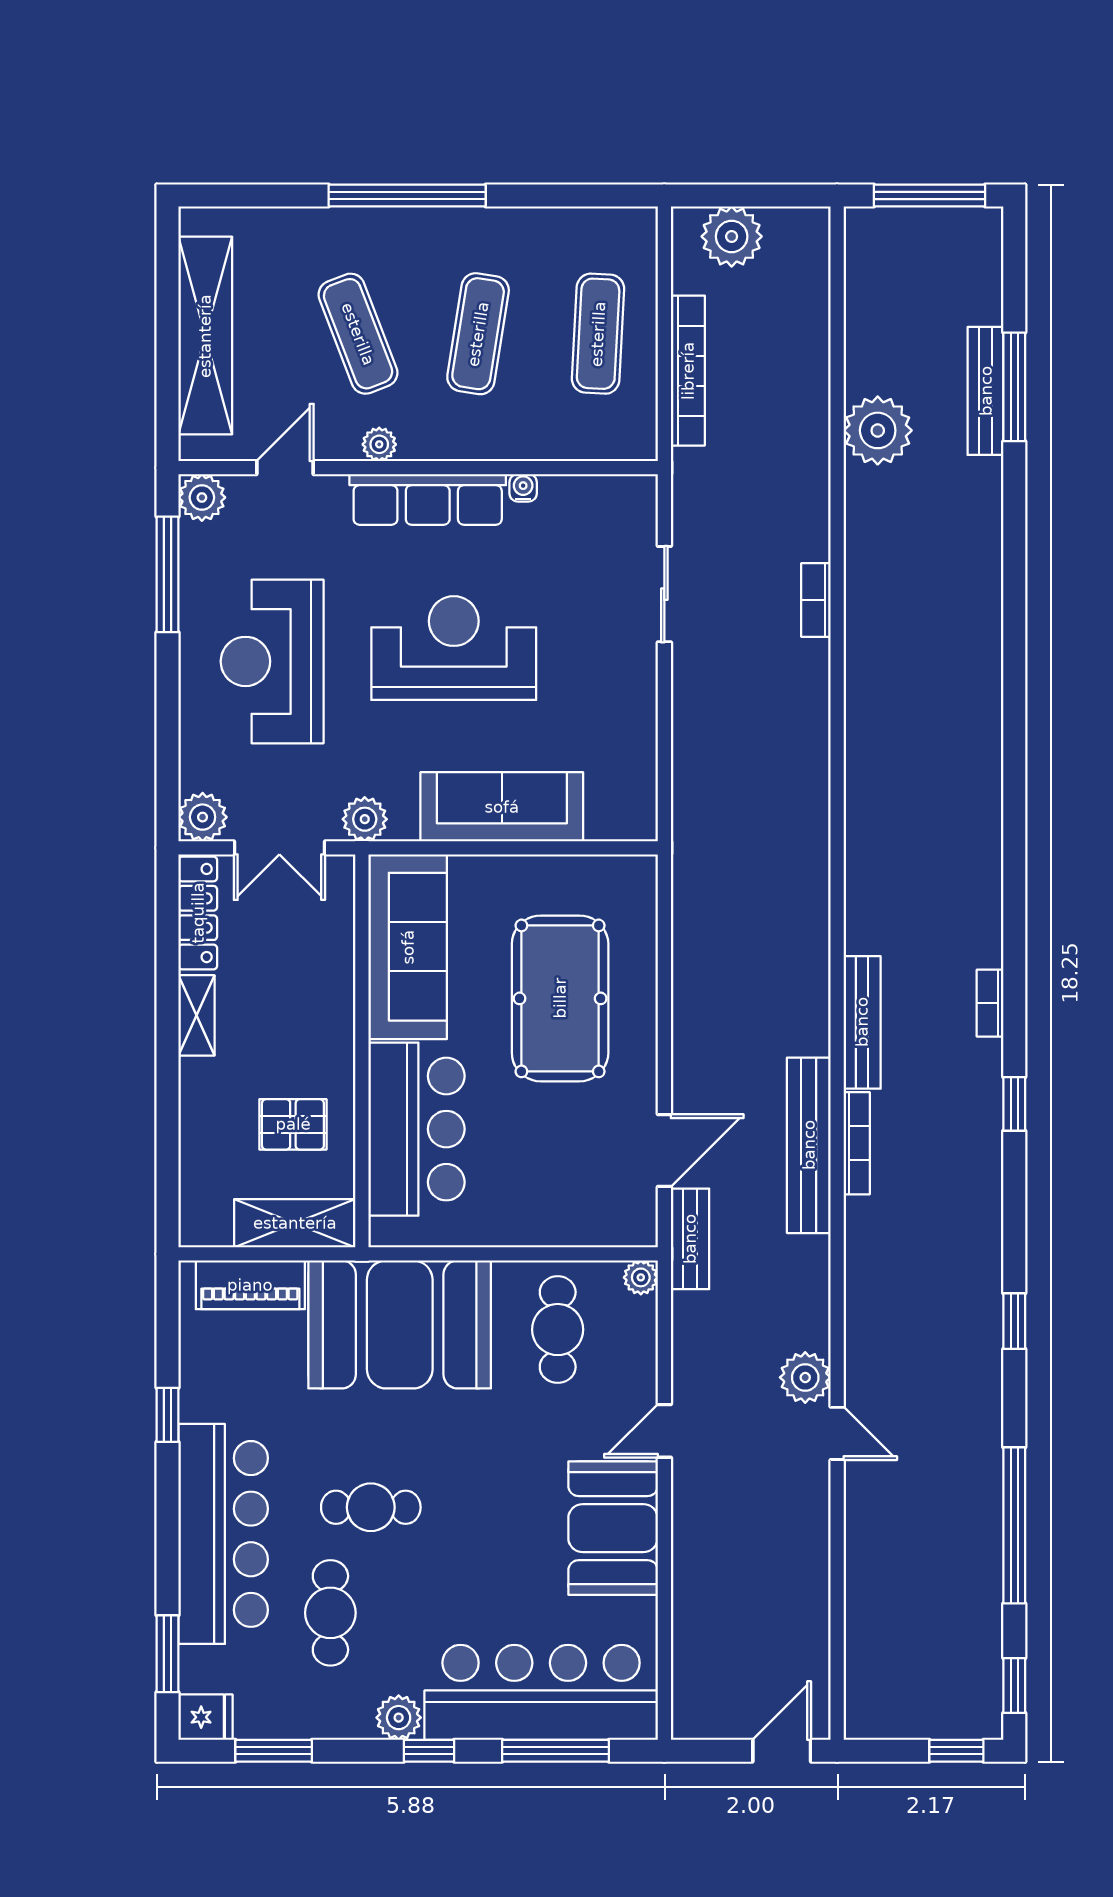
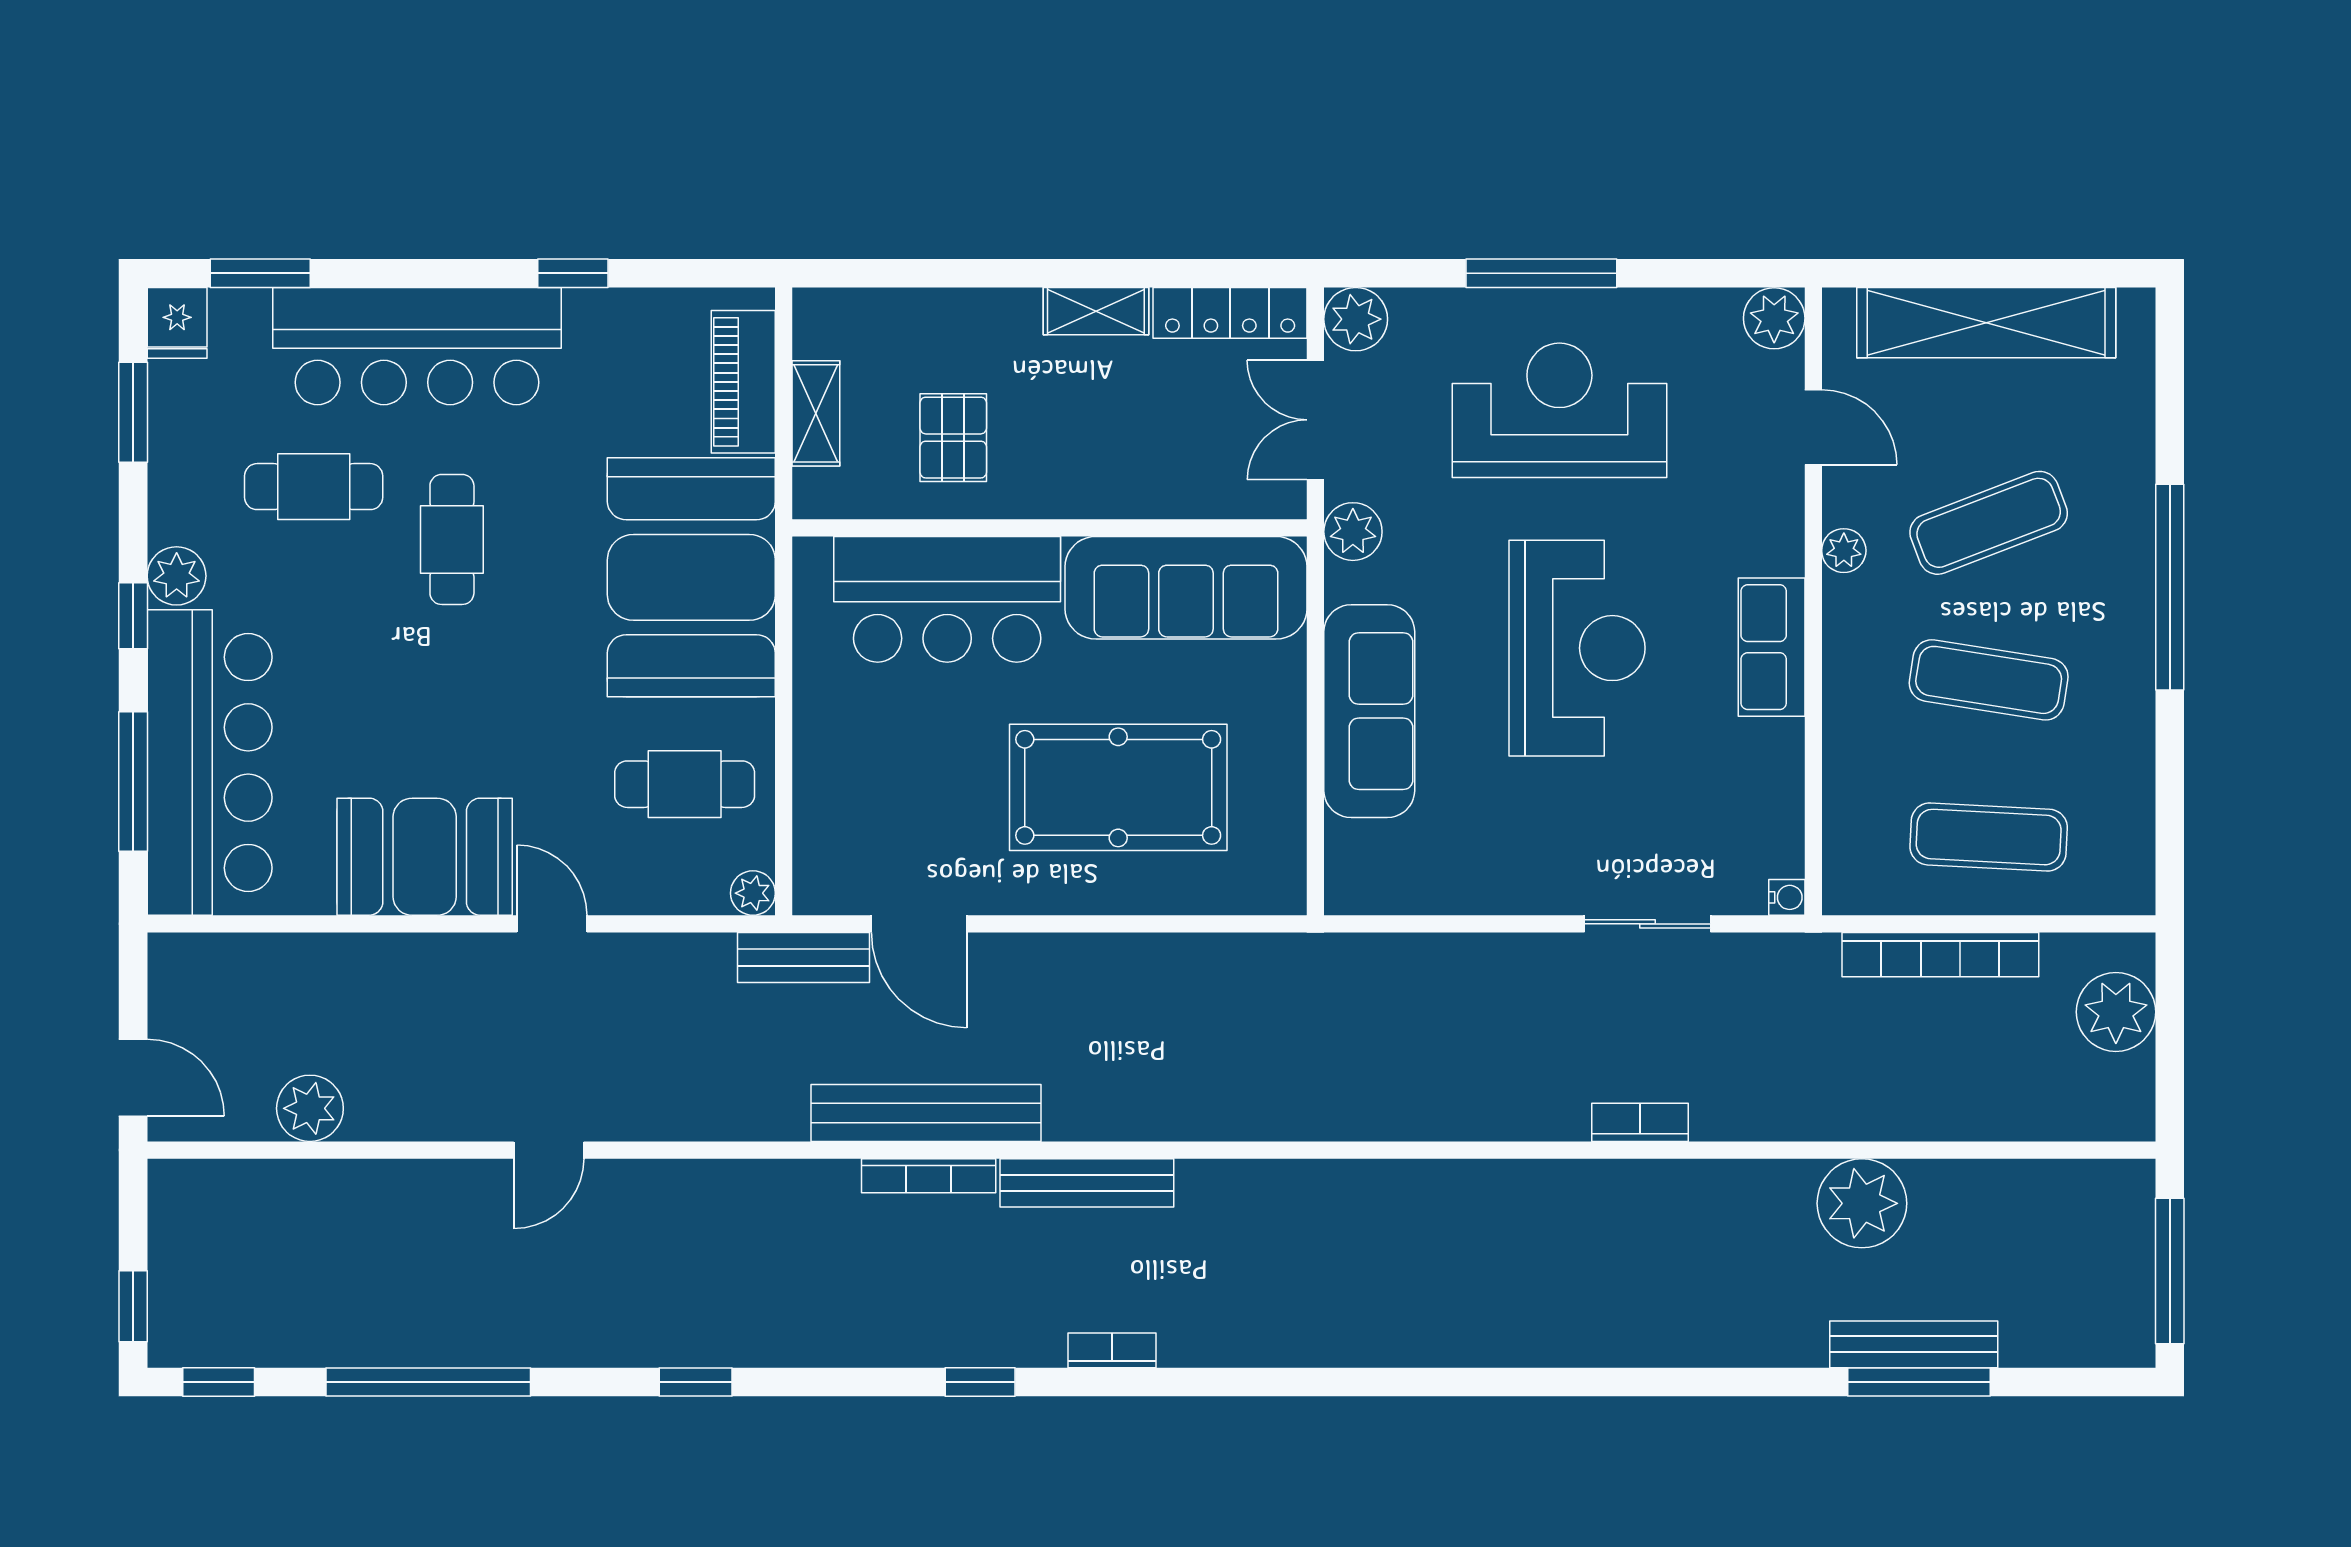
water cooler: (523, 488) -> (1787, 897), moved
row of seats: (428, 499) -> (1772, 647), width x0.68
window: (167, 574) -> (1541, 273), moved
shelving: (295, 1223) -> (816, 413), width x0.67, depth x0.75
plant: (805, 1377) -> (310, 1108), moved

